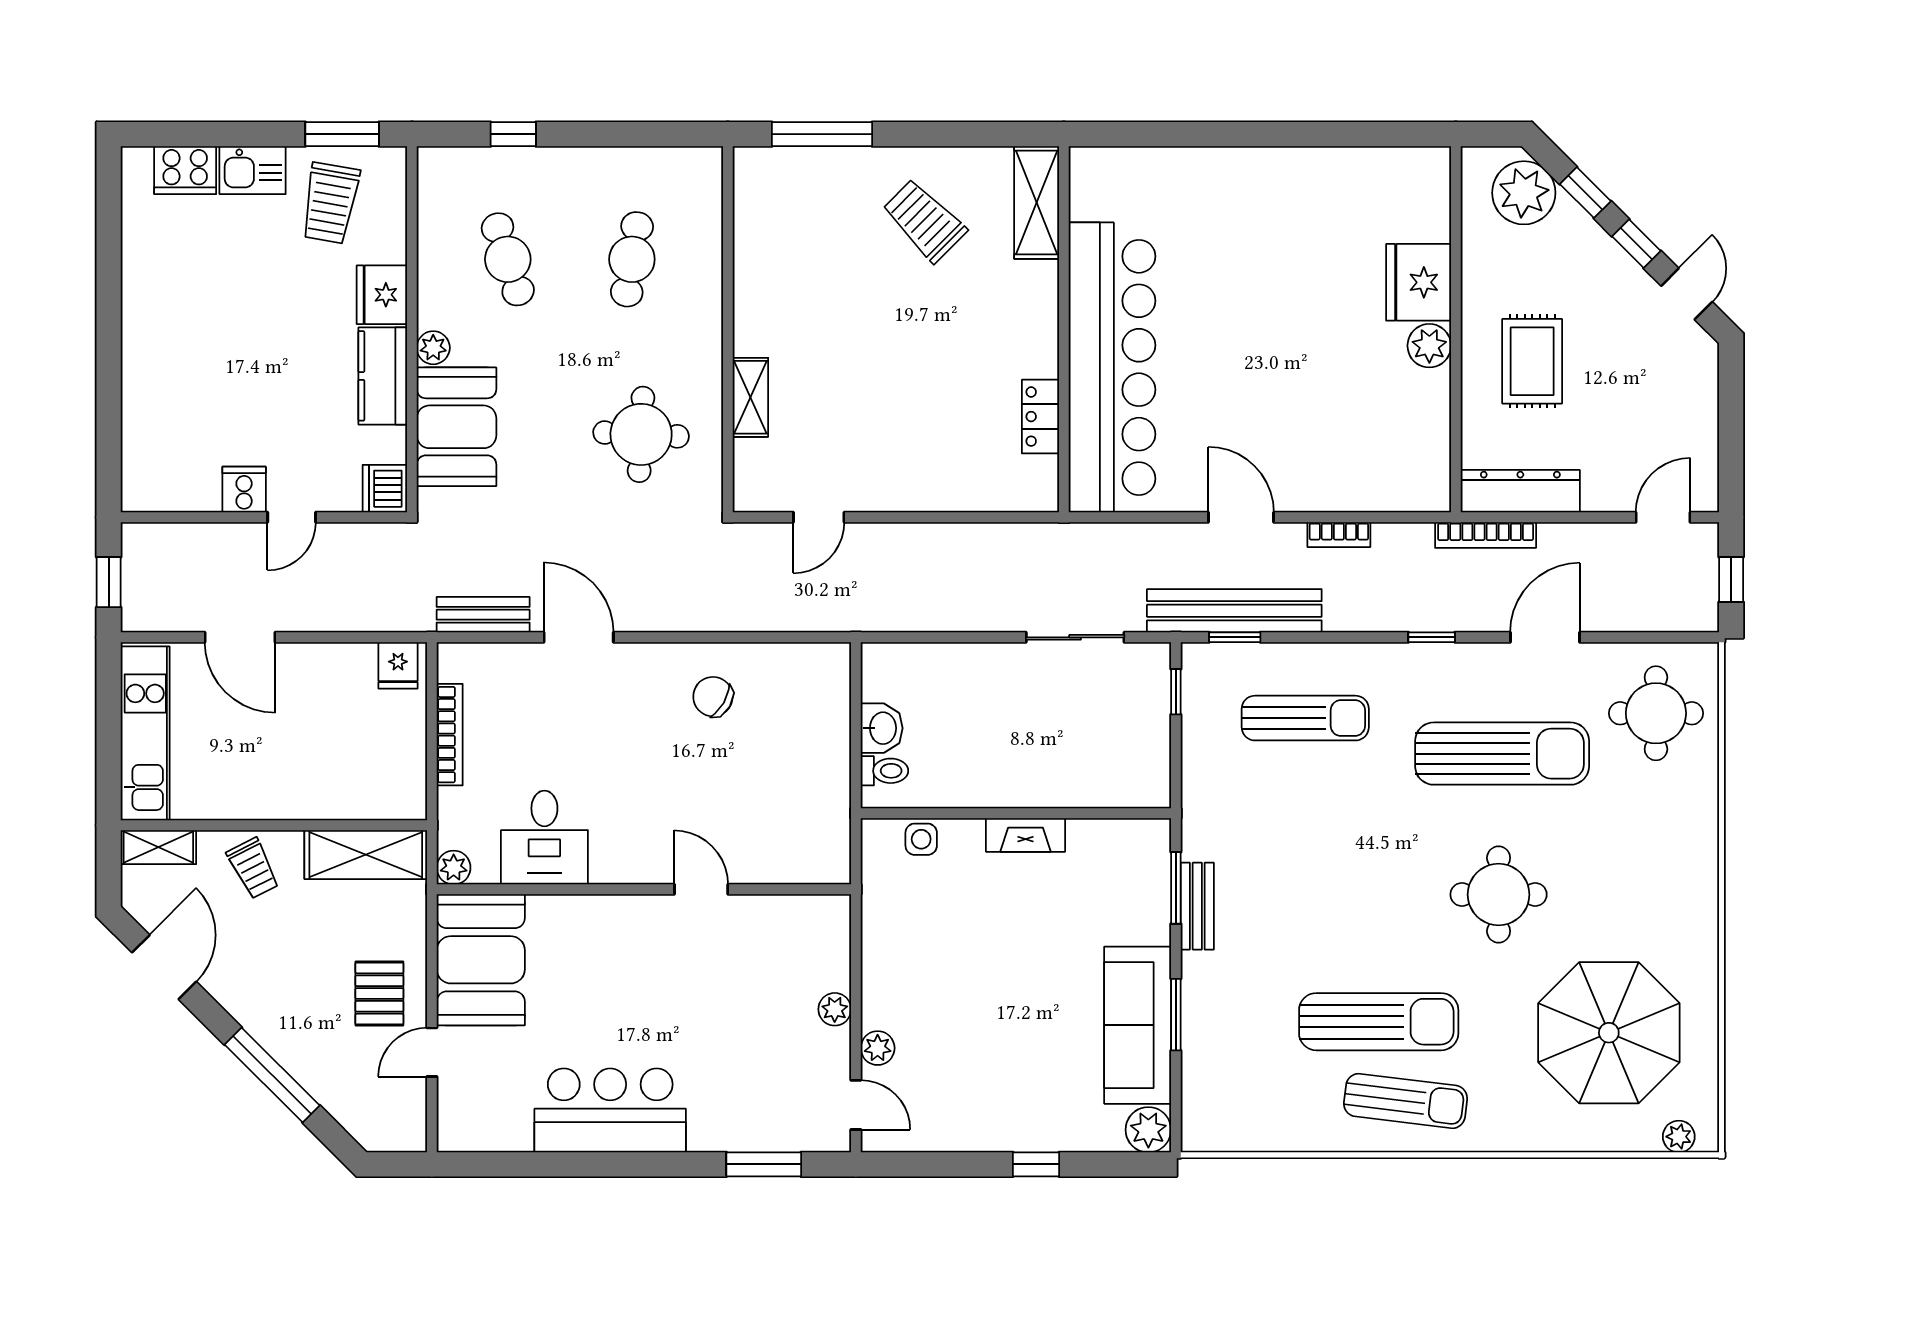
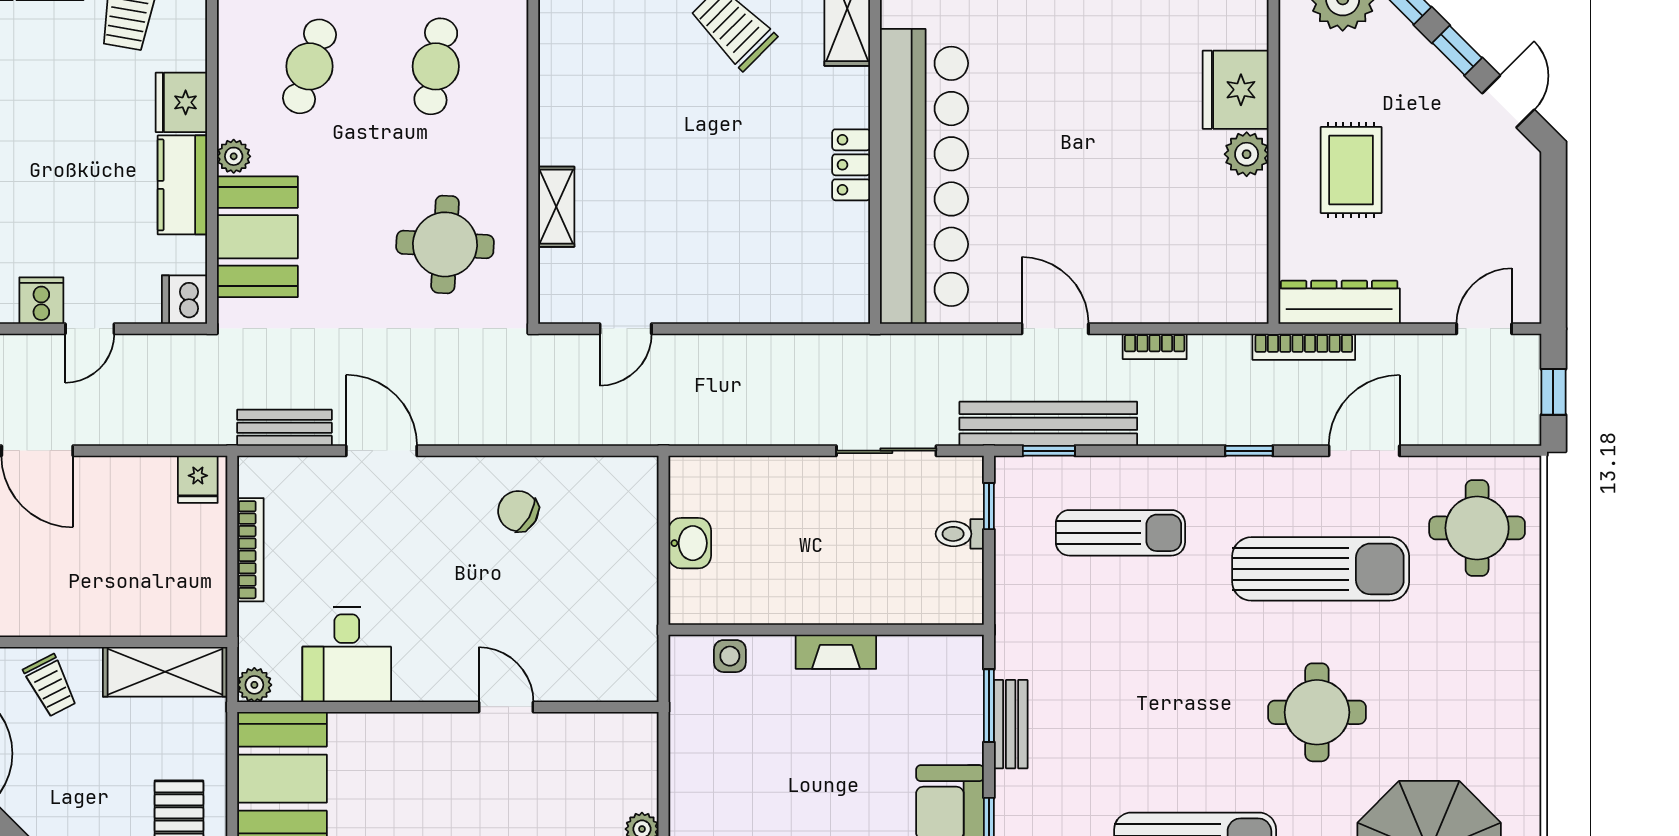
cafe table: (508, 259) -> (310, 66), turned 36
locker: (1040, 417) -> (851, 165), moved
toilet: (884, 771) -> (960, 534), moved, turned 180

